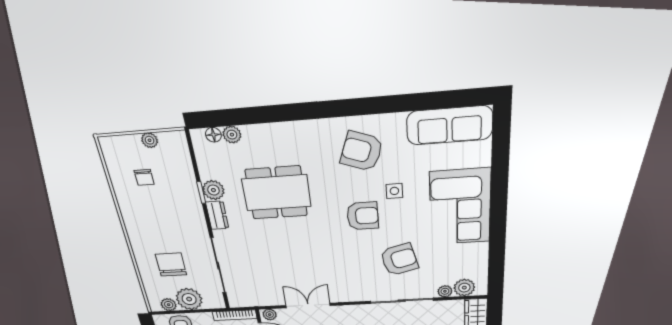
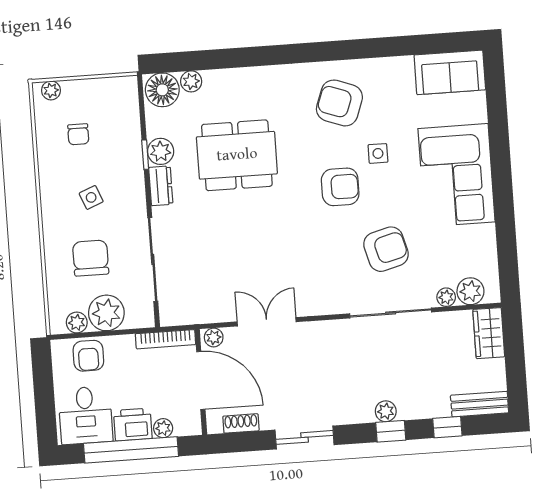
sofa: (449, 125) -> (450, 72), width x0.73
floor lamp: (213, 135) -> (162, 90), width x1.89, depth x1.89
plant: (150, 140) -> (51, 90), moved
side table: (163, 224) -> (91, 197), added

